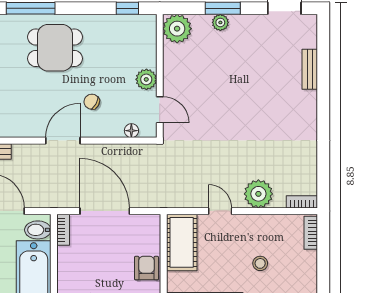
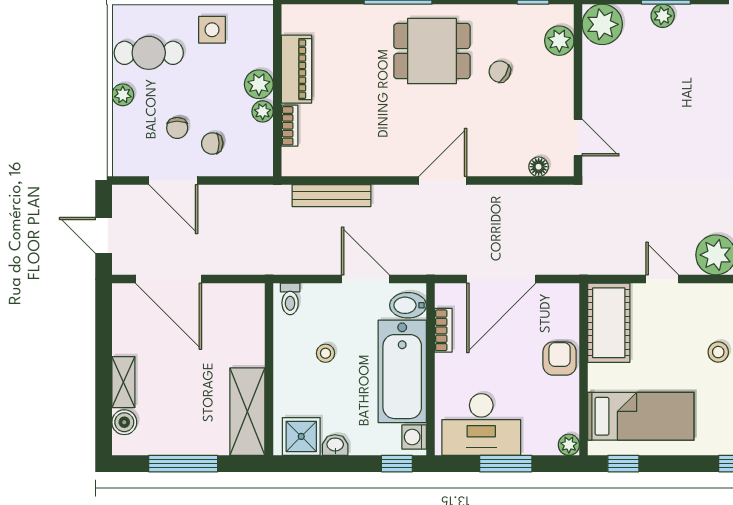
plant: (146, 79) -> (559, 41), moved
chair: (92, 102) -> (500, 72), moved
door: (105, 211) -> (501, 279), swing flipped
bookcase: (63, 230) -> (443, 330), moved

